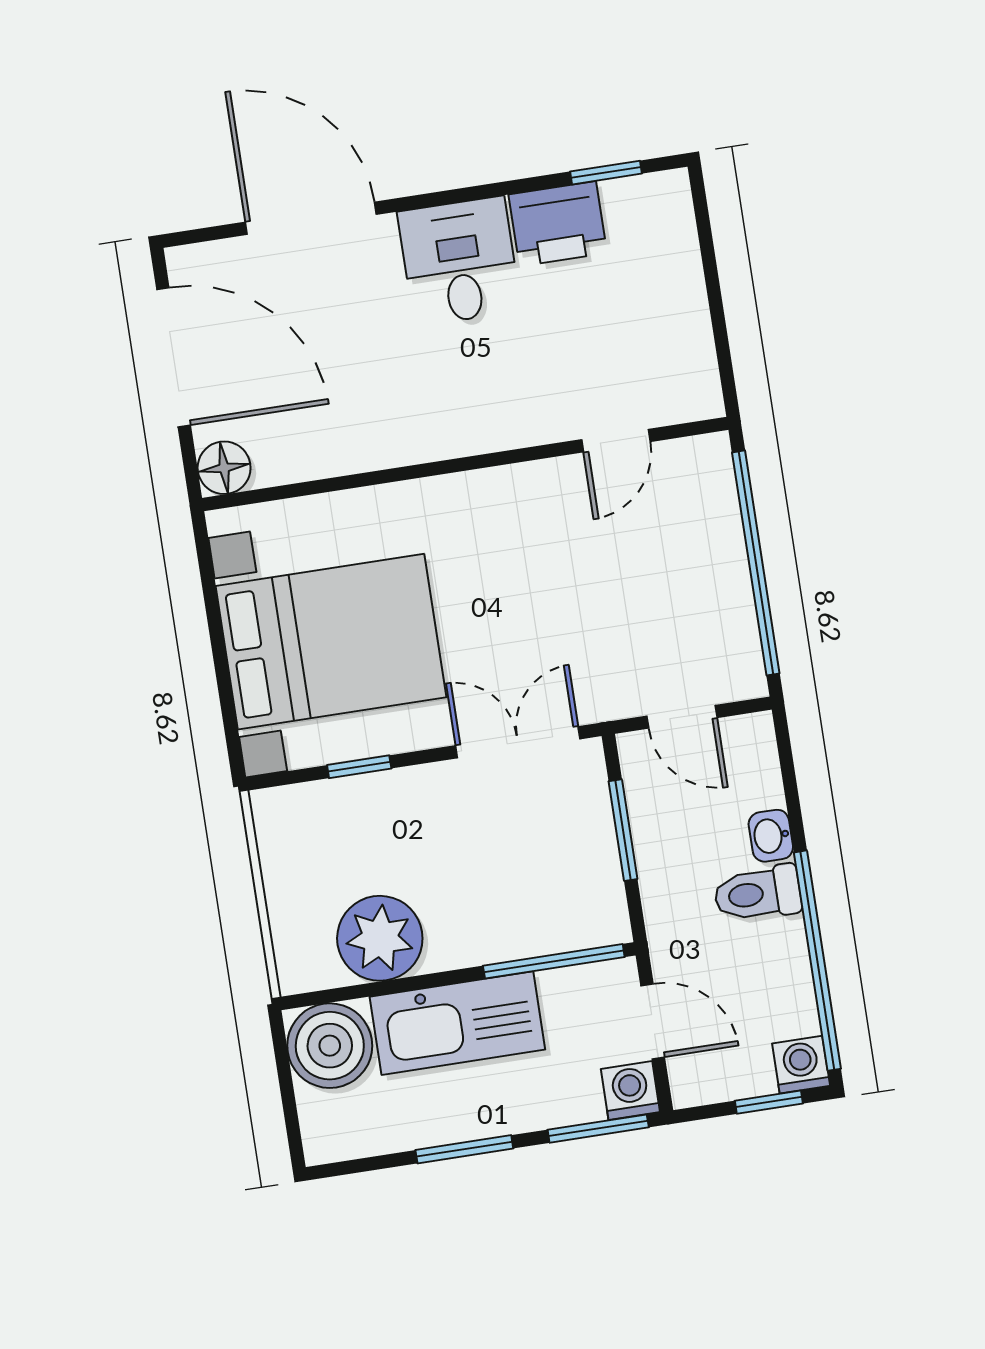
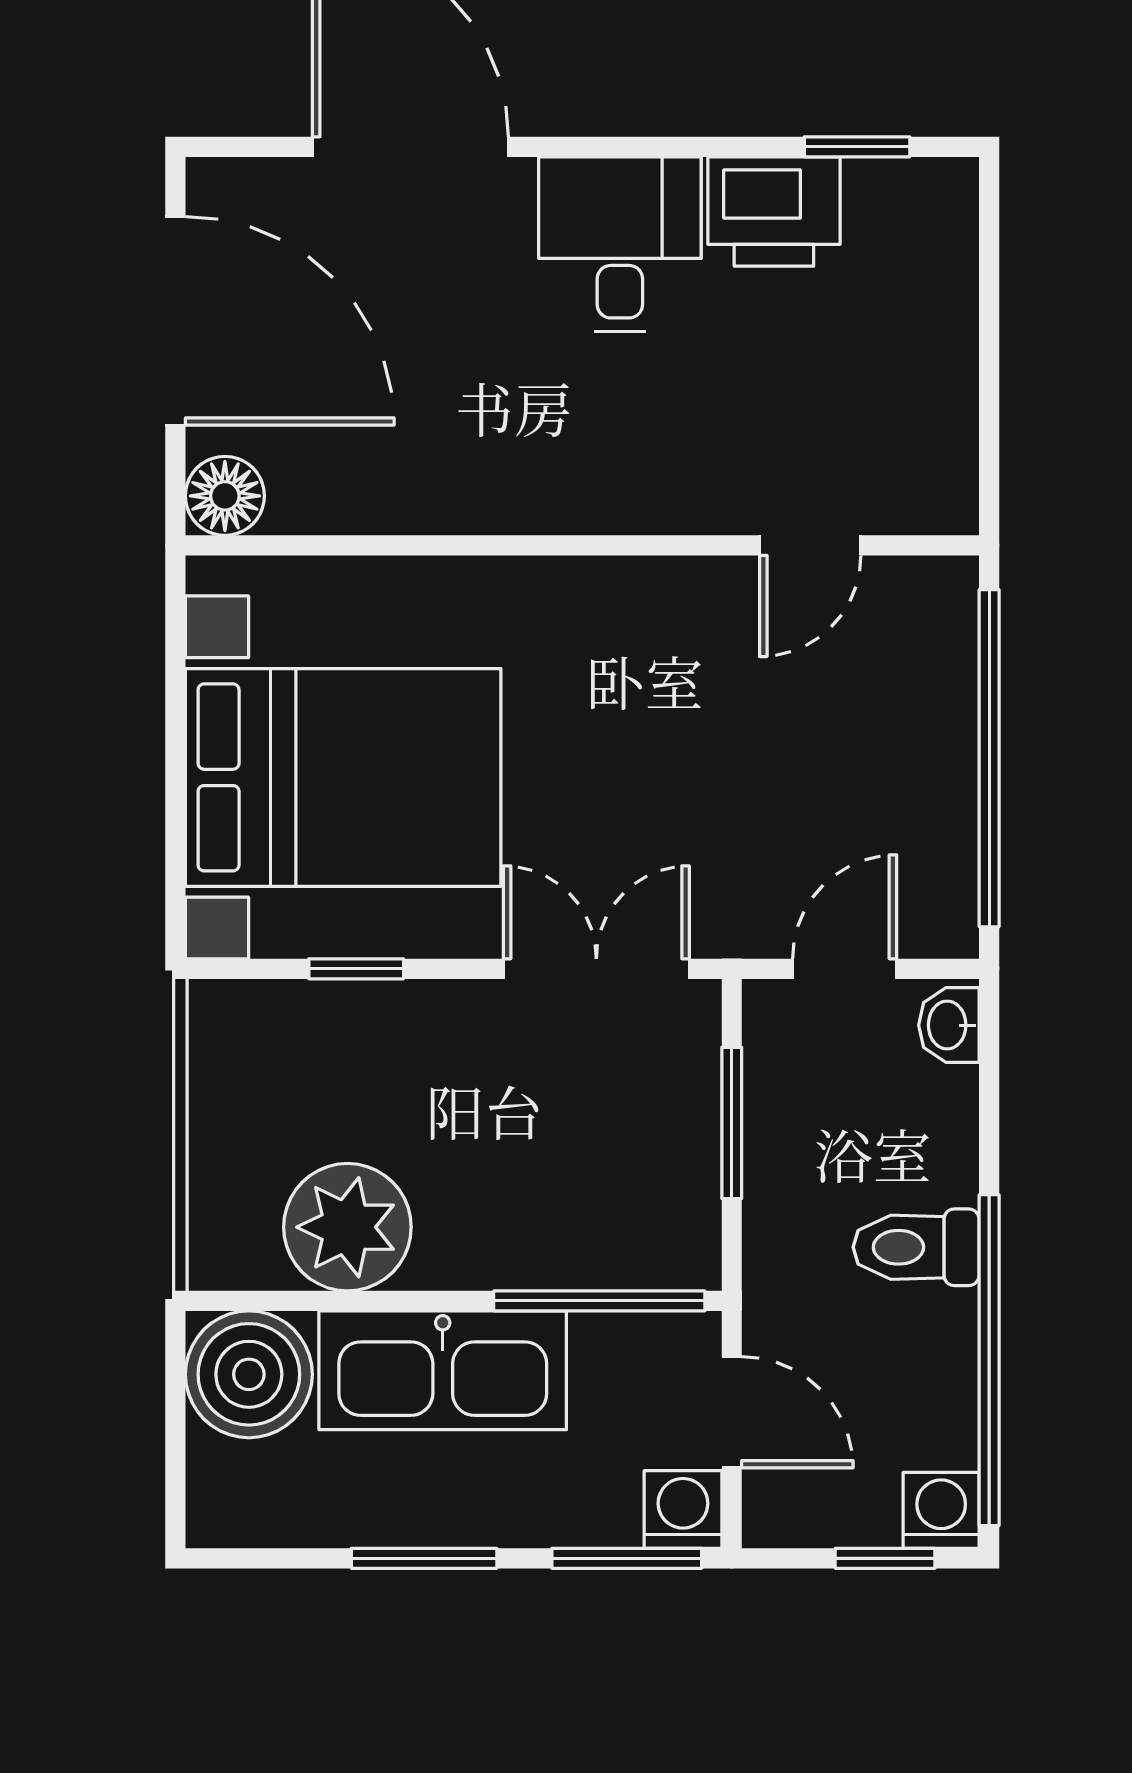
door: (682, 717) -> (845, 969), swing flipped
washbasin: (771, 836) -> (949, 1025), moved

